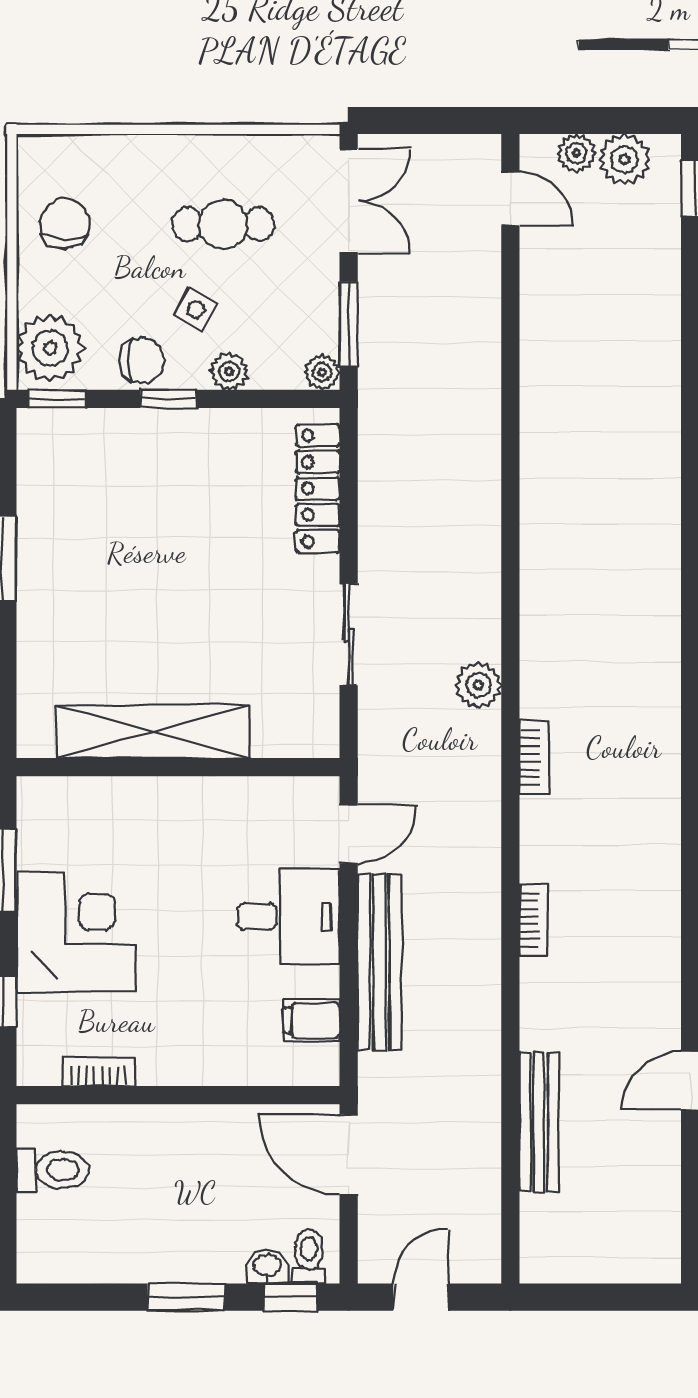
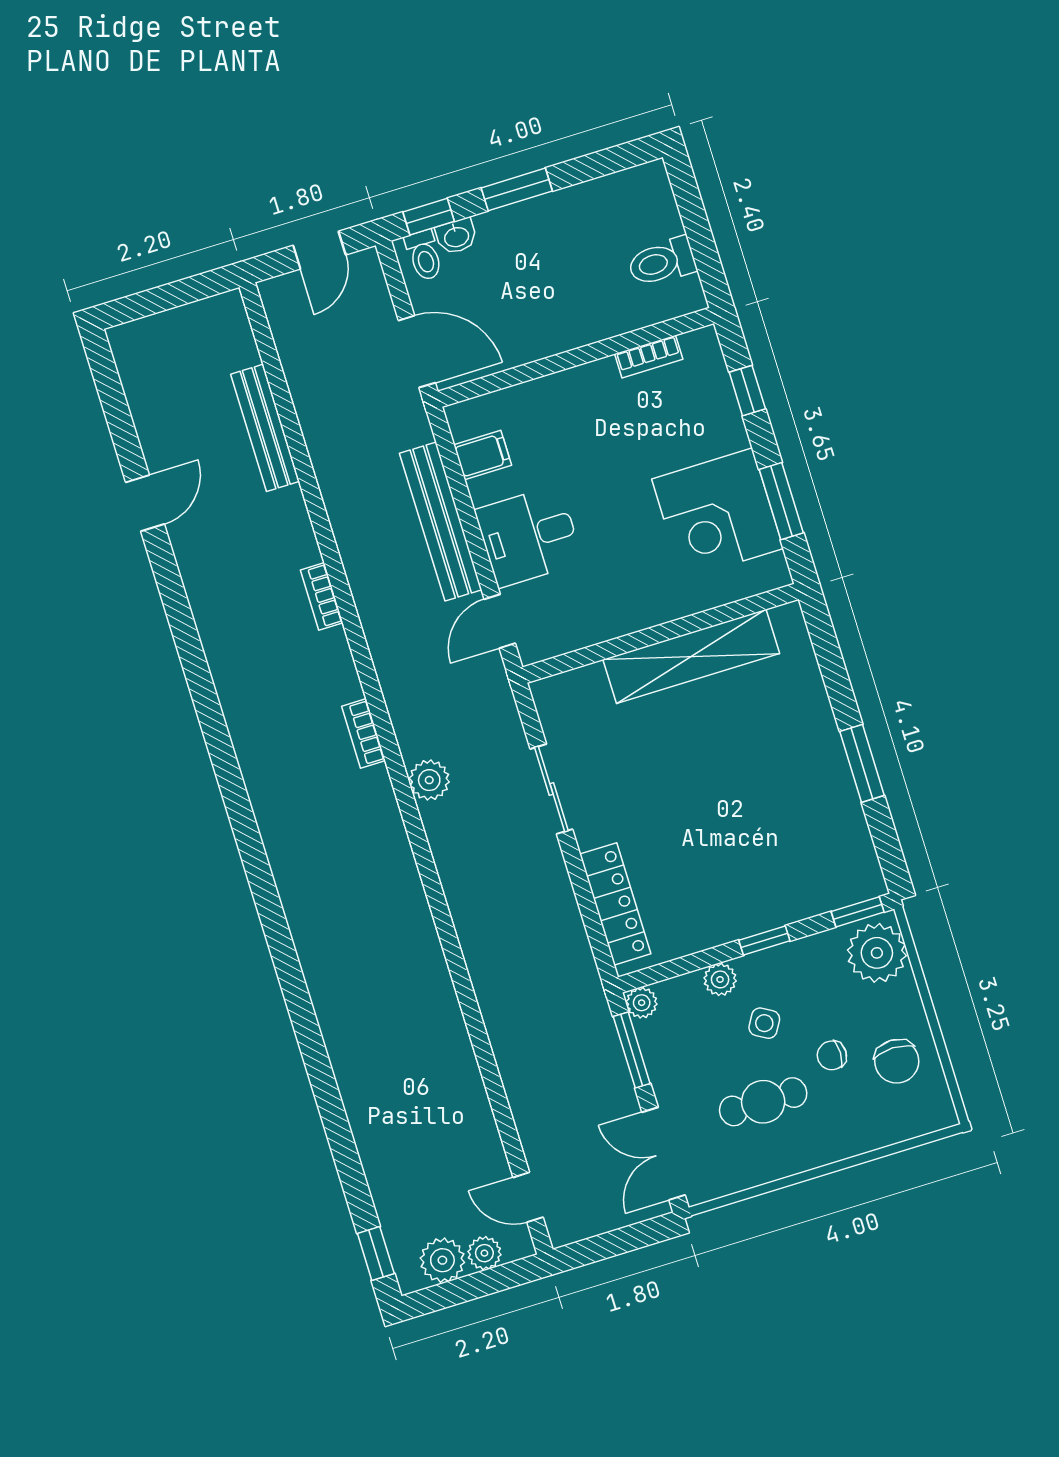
chair: (141, 360) -> (832, 1055), moved, width x0.73, depth x0.73
corner desk: (76, 932) -> (718, 514), moved

